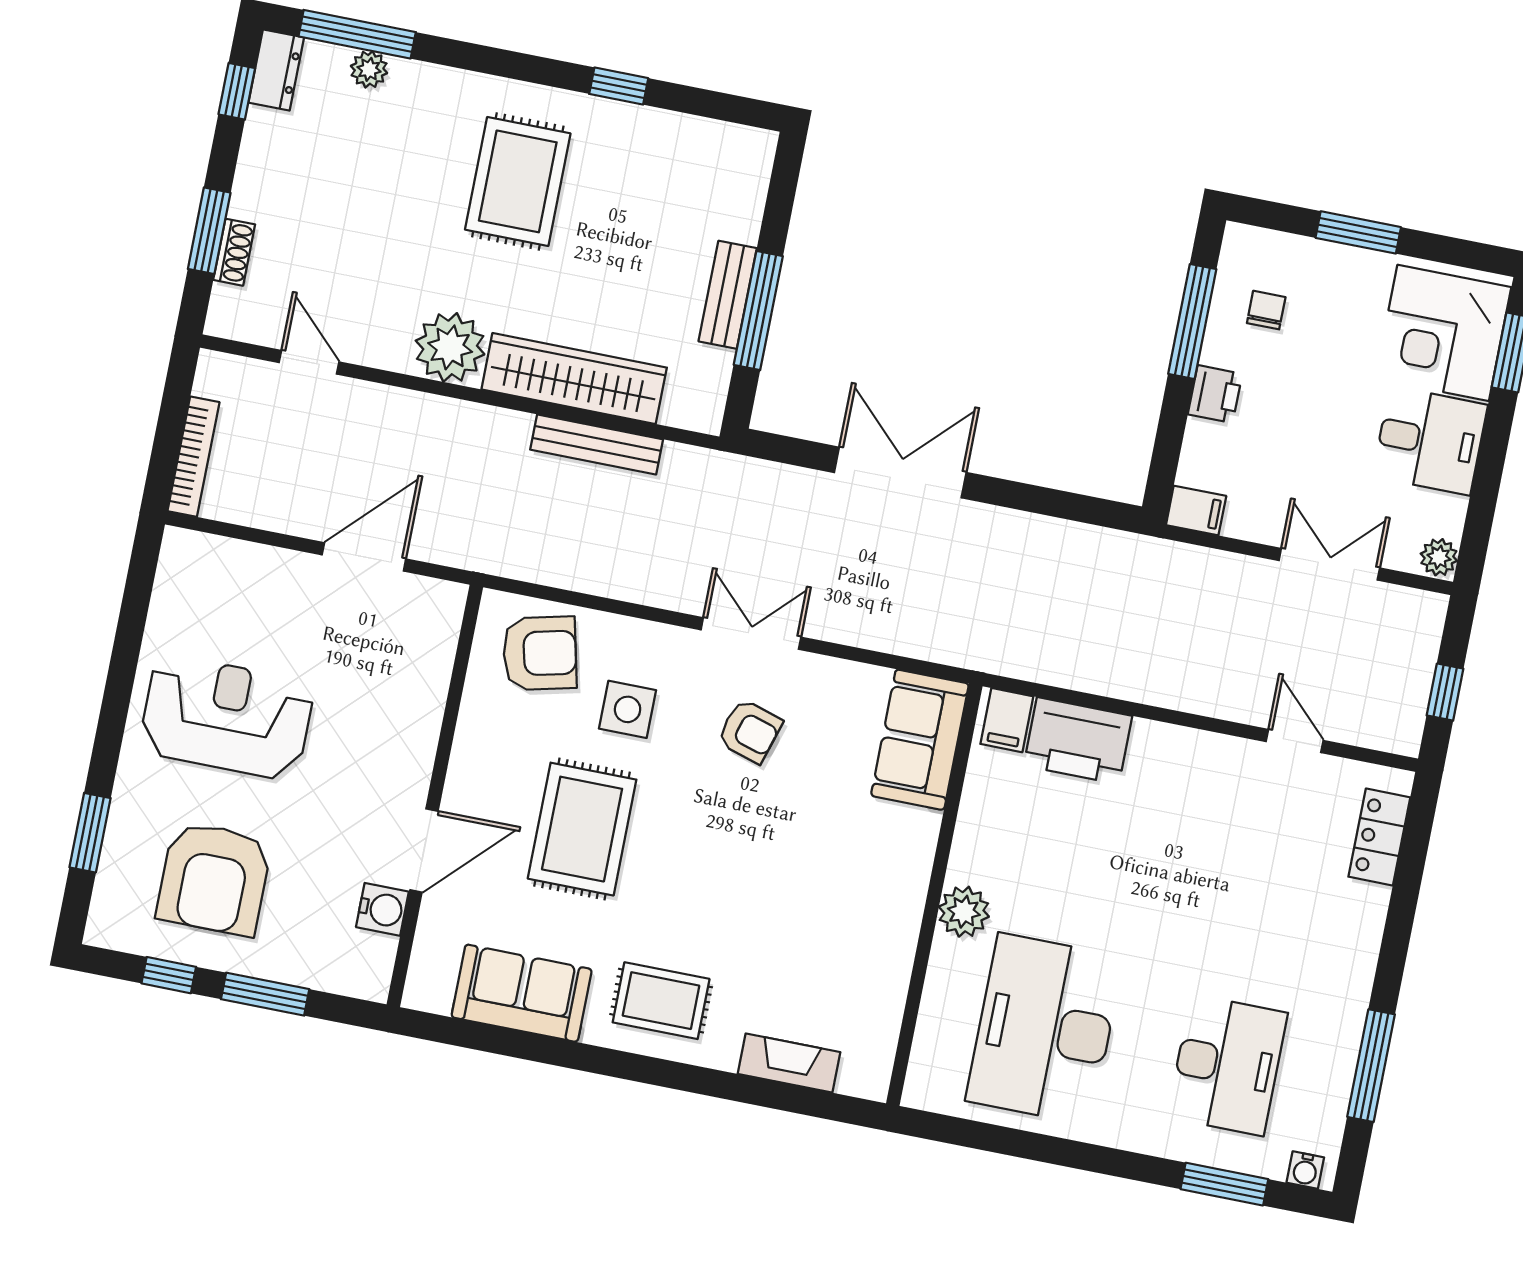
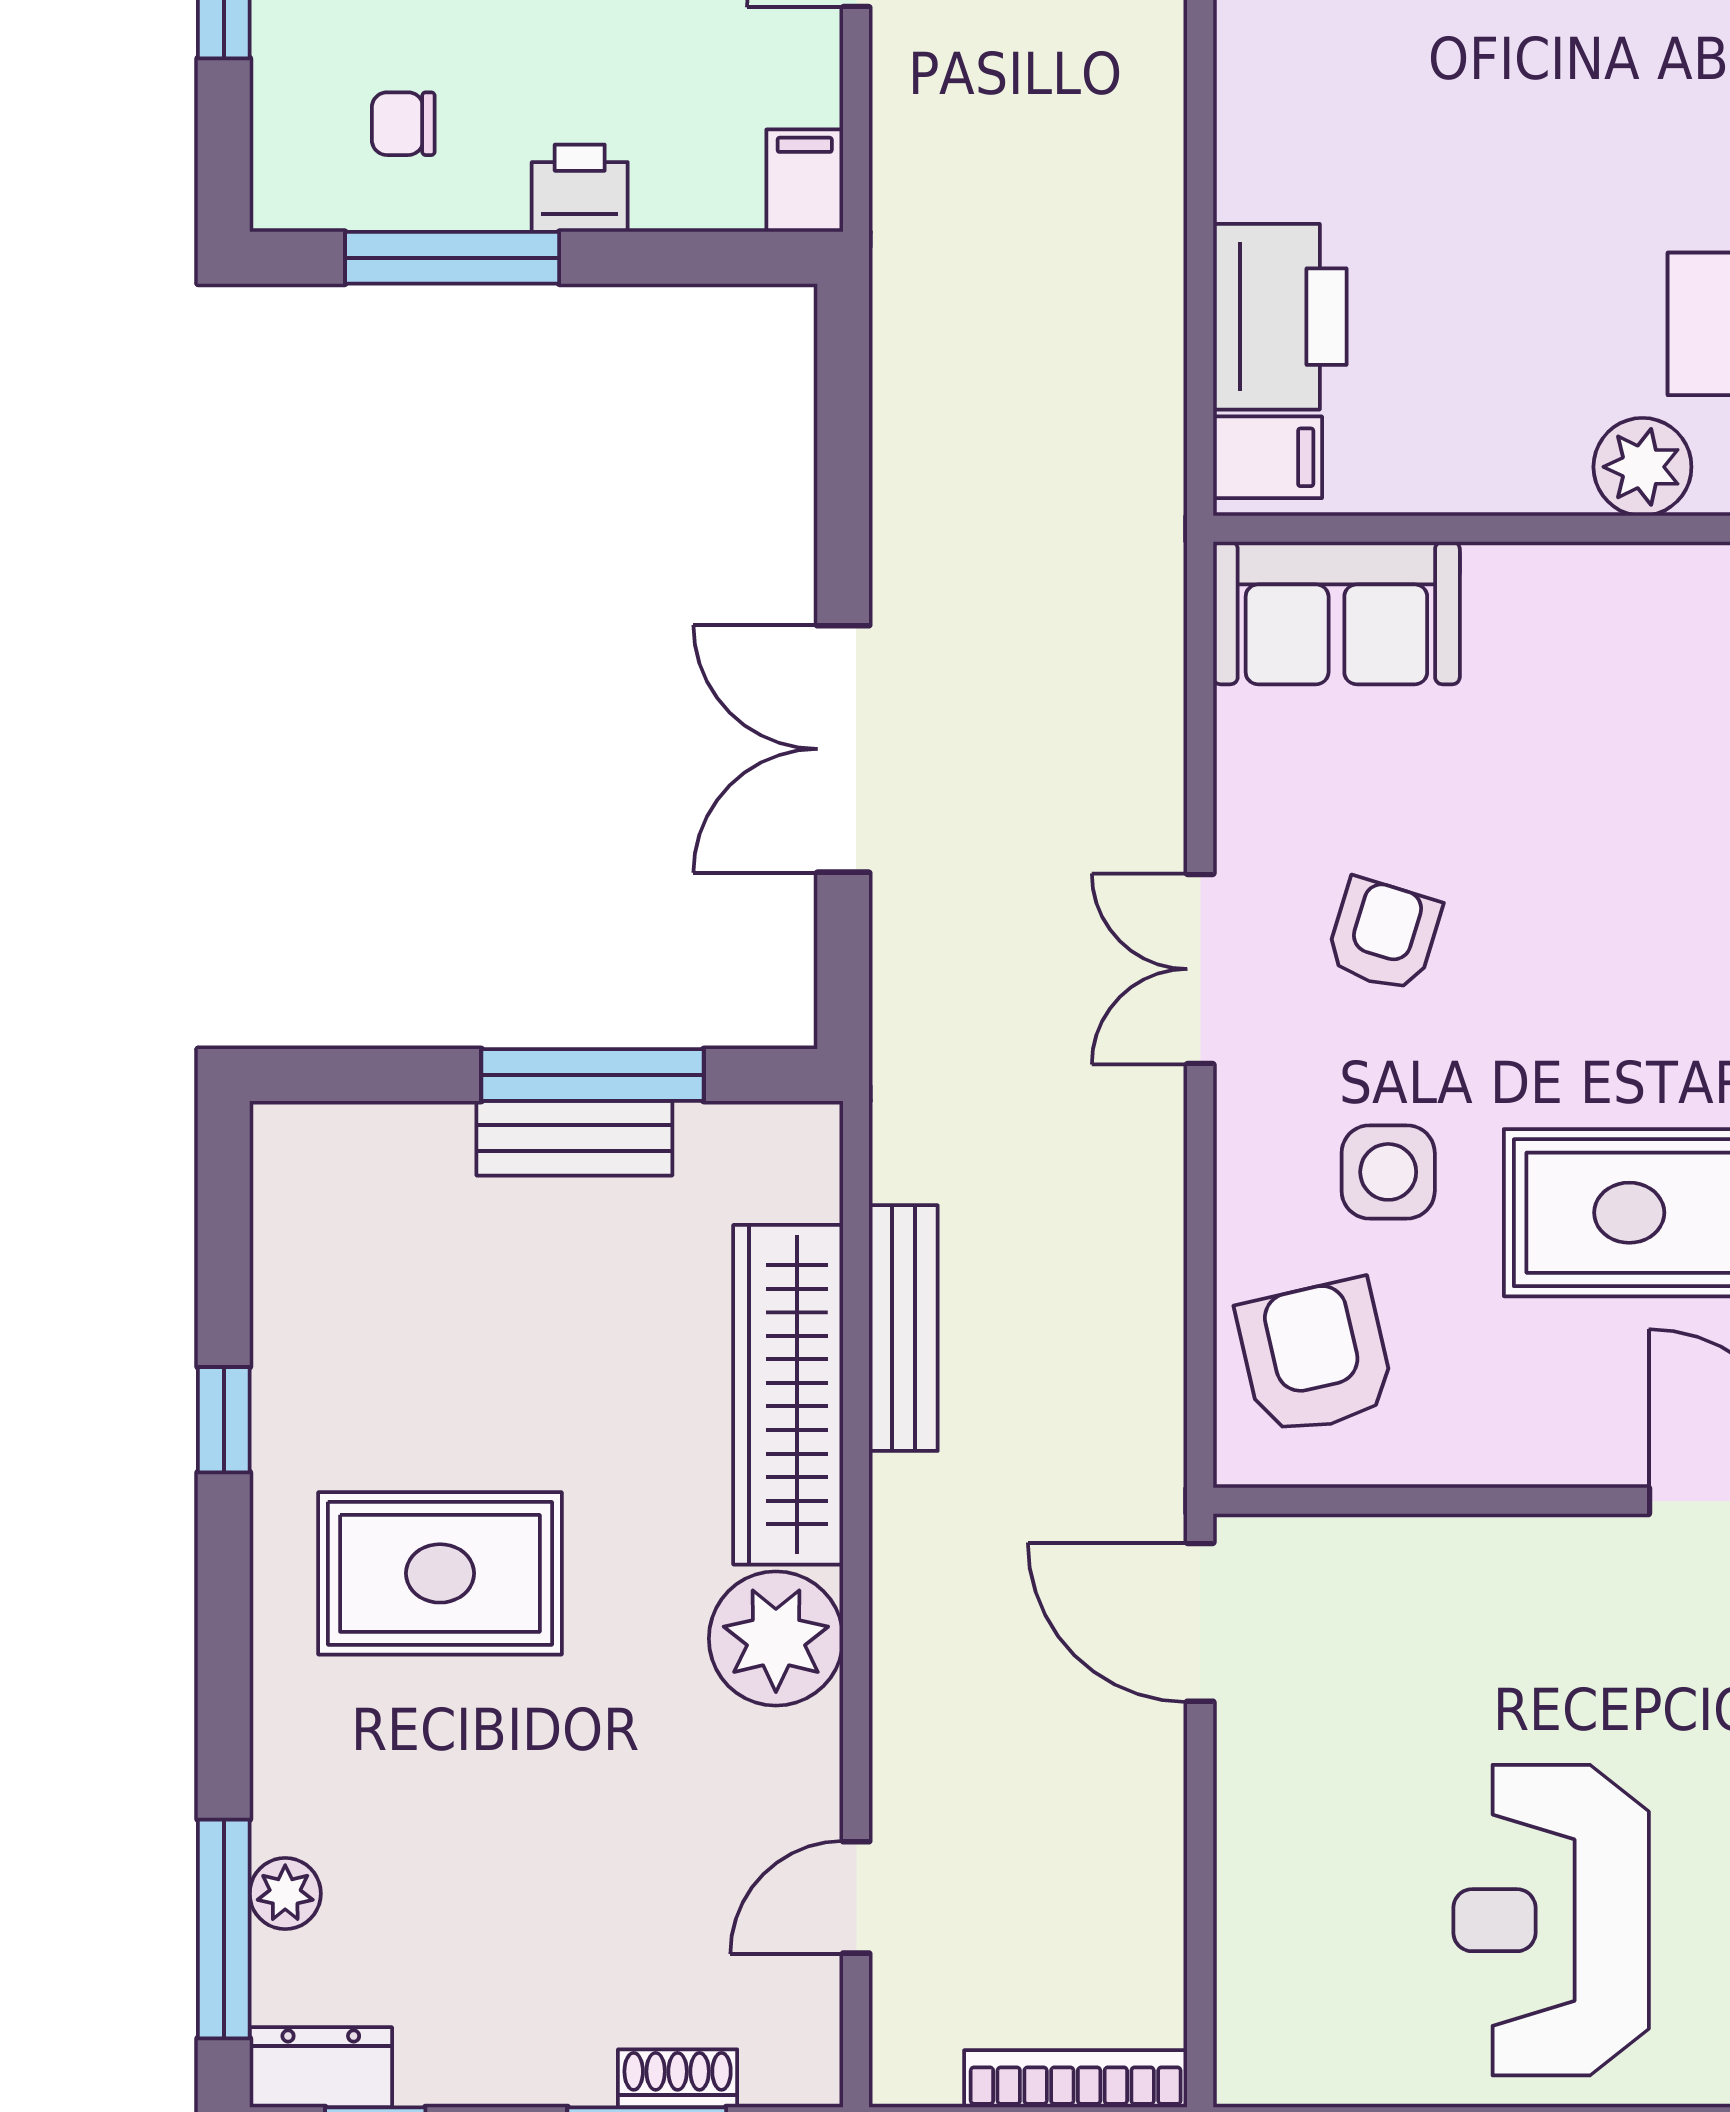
door: (364, 557) -> (1200, 1622), moved

